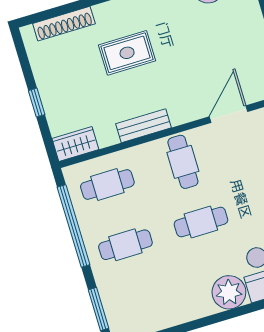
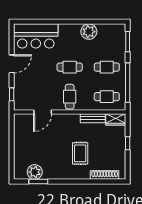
rug: (127, 53) -> (80, 153), turned 90
bench: (143, 126) -> (93, 118), moved
plant: (229, 292) -> (89, 32), moved

